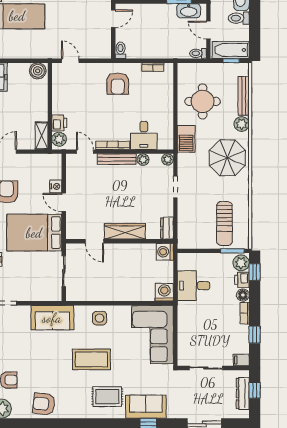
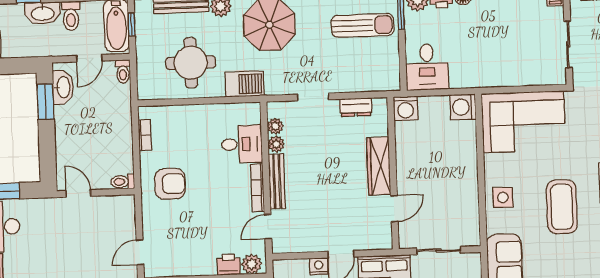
plant: (168, 159) -> (275, 126), moved
dresser: (167, 228) -> (356, 107), moved
desk: (194, 286) -> (427, 67), moved

